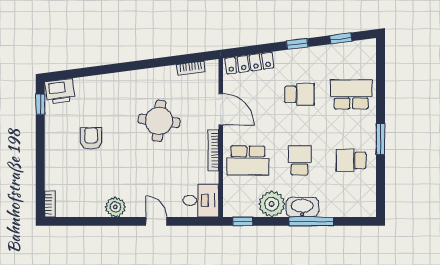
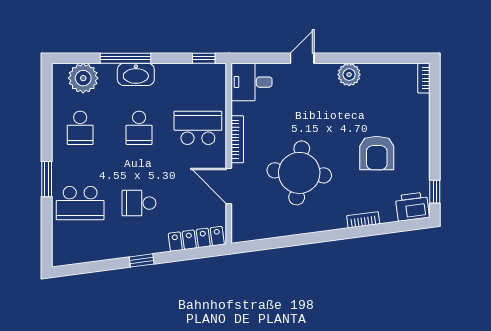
window: (341, 38) -> (92, 267), removed
bookcase: (191, 68) -> (363, 220), moved
round table: (159, 121) -> (299, 173), width x1.36, depth x1.36
armchair: (91, 138) -> (377, 153), width x1.38, depth x1.38
window: (380, 139) -> (47, 179), moved
school desk: (351, 160) -> (80, 128), turned 90
plant: (272, 204) -> (83, 78), moved
door: (156, 221) -> (302, 58), swing flipped

